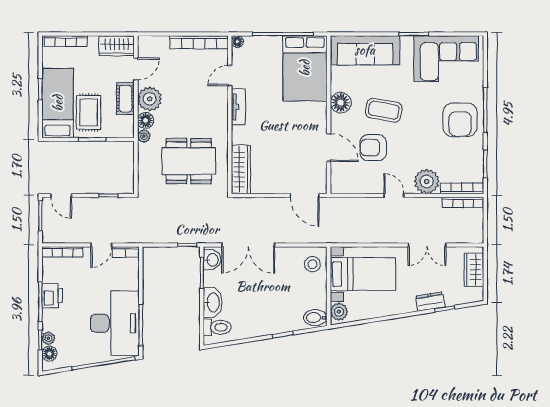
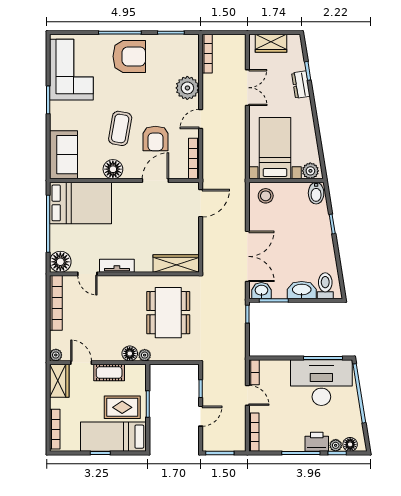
floor lamp: (237, 42) -> (60, 262), width x1.89, depth x1.89
sofa: (365, 50) -> (64, 155), width x0.73
plant: (150, 99) -> (56, 355), moved, width x0.53, depth x0.53
bookcase: (462, 188) -> (194, 159), moved
door: (61, 195) -> (201, 416), moved
printer: (52, 296) -> (317, 442), moved

